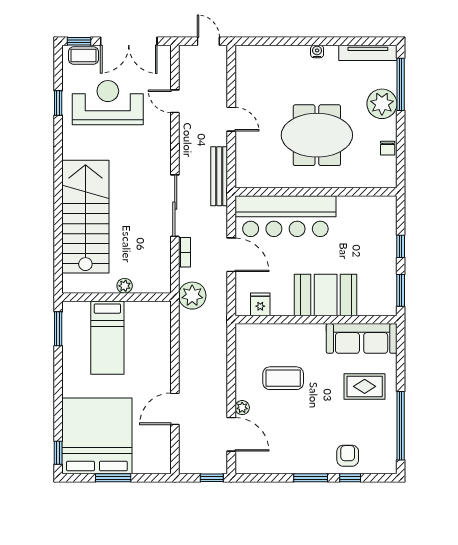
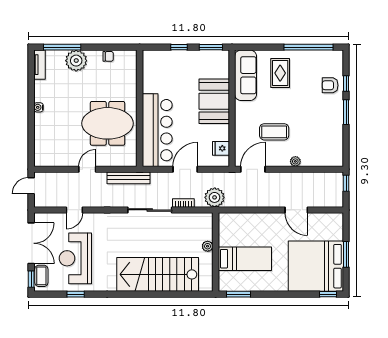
tv unit: (368, 53) -> (39, 65), width x0.71
meeting table: (317, 135) -> (108, 123), moved, turned 90
coffee table: (283, 378) -> (274, 132), turned 90
door: (231, 434) -> (253, 169), moved

